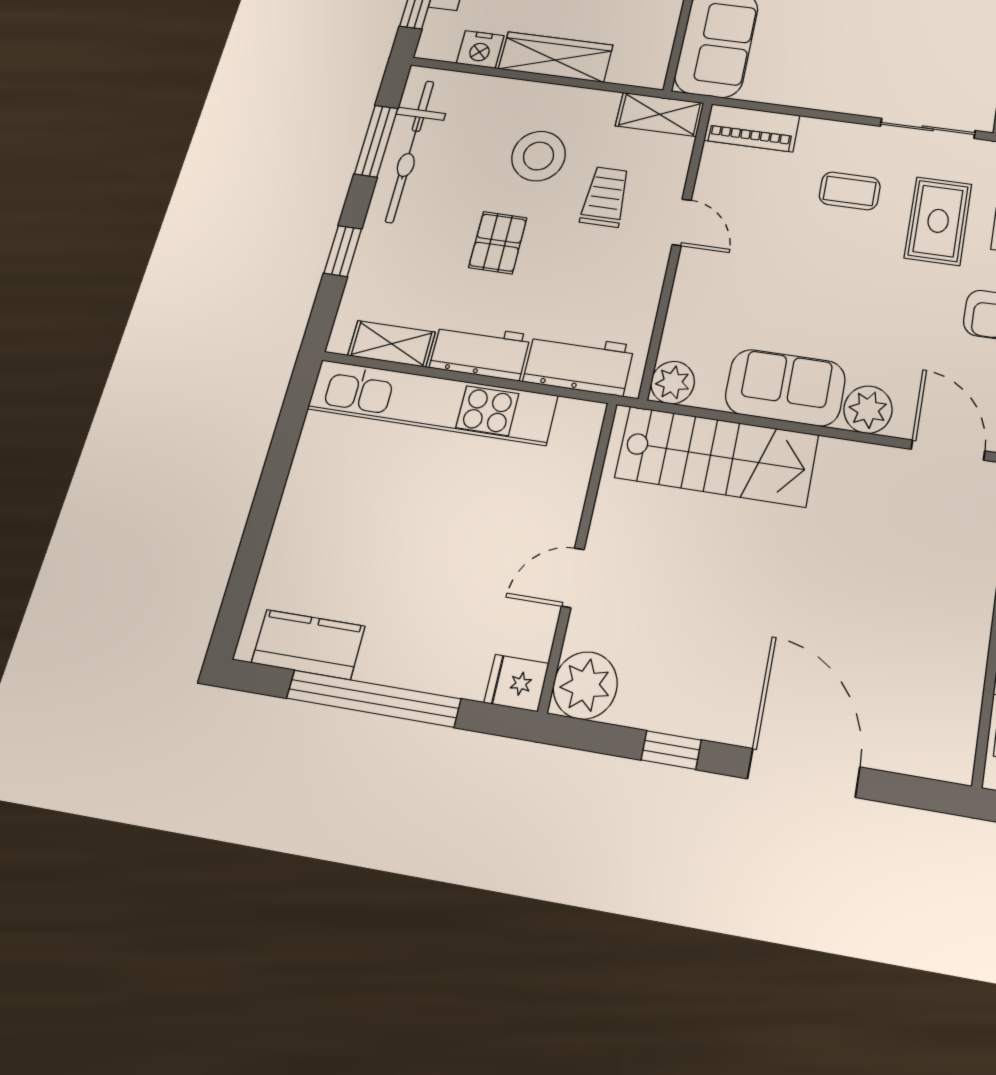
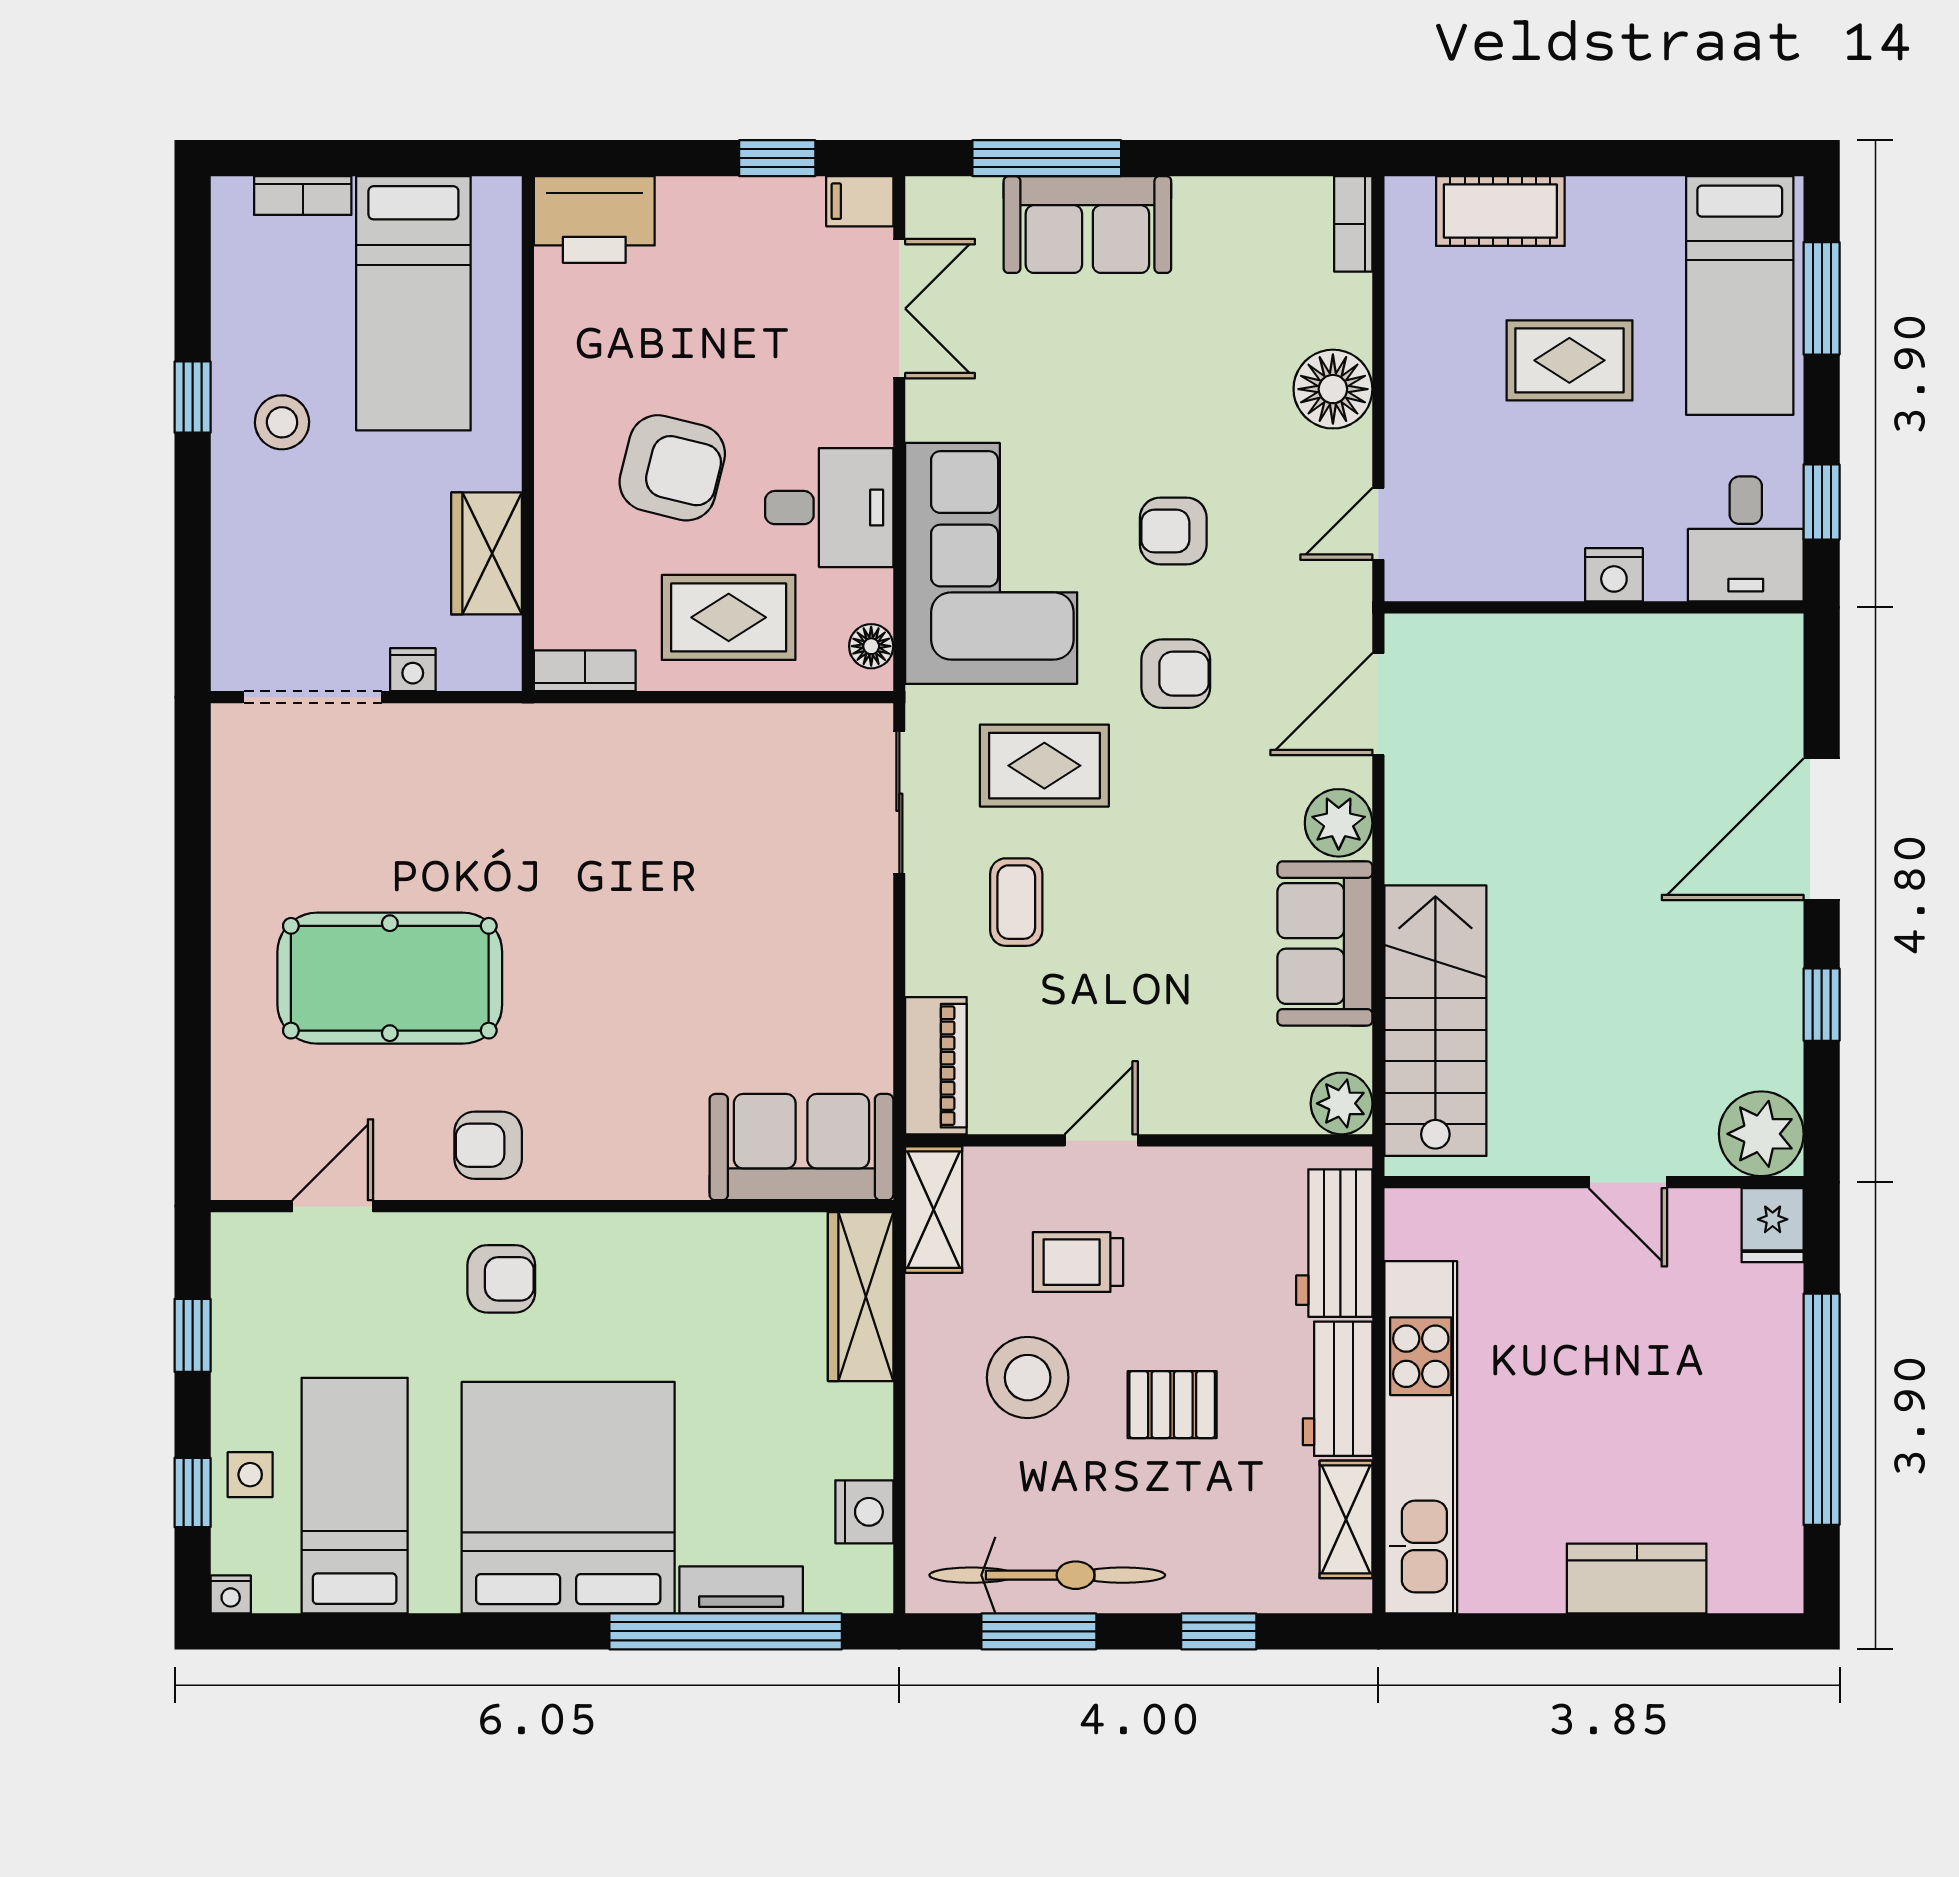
wardrobe: (556, 57) -> (861, 1297), moved
kitchen counter: (308, 644) -> (1637, 1579), moved, turned 90

